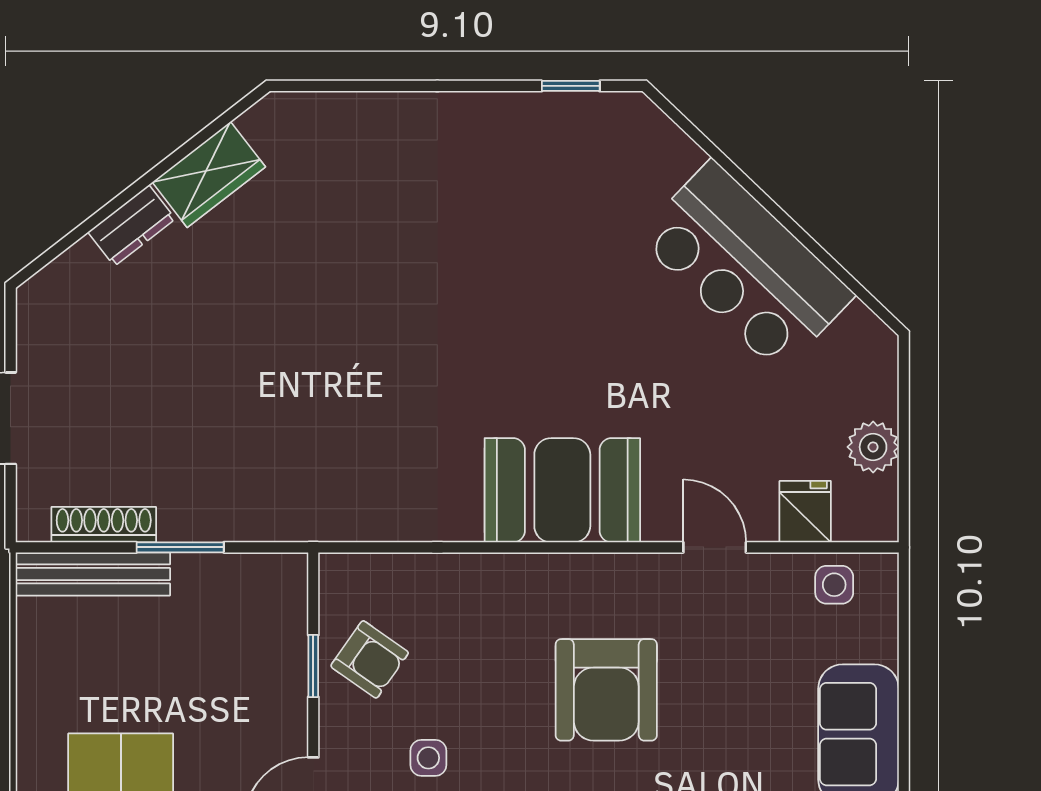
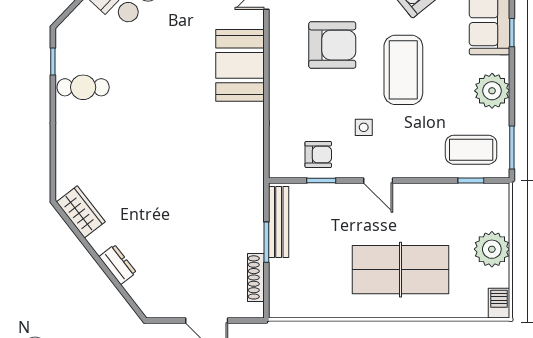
cafe table: (515, 151) -> (83, 87), added
wardrobe: (209, 174) -> (81, 212), moved
bench: (93, 574) -> (279, 222), moved
armchair: (370, 659) -> (318, 154), turned 55

